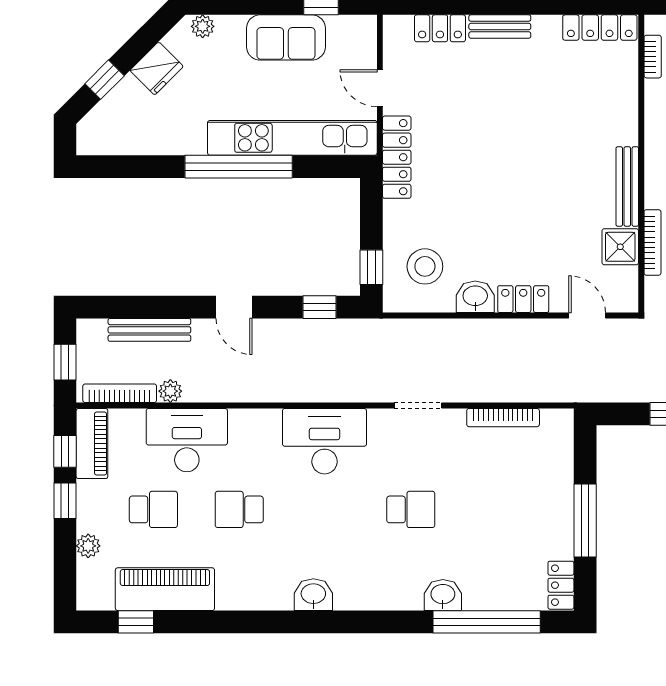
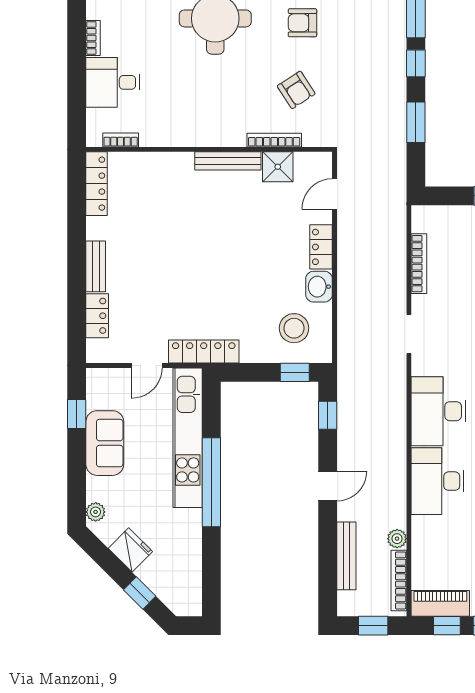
desk: (187, 440) -> (438, 481), moved

